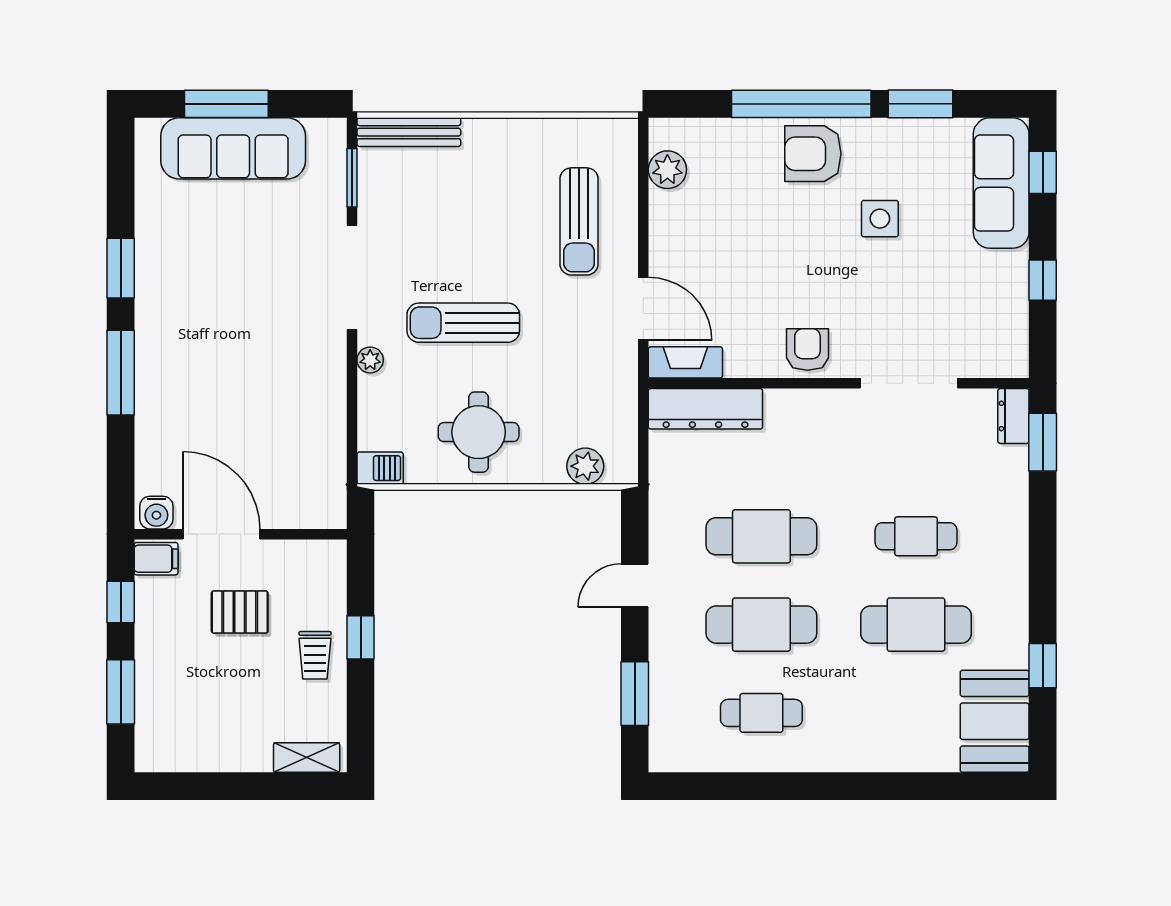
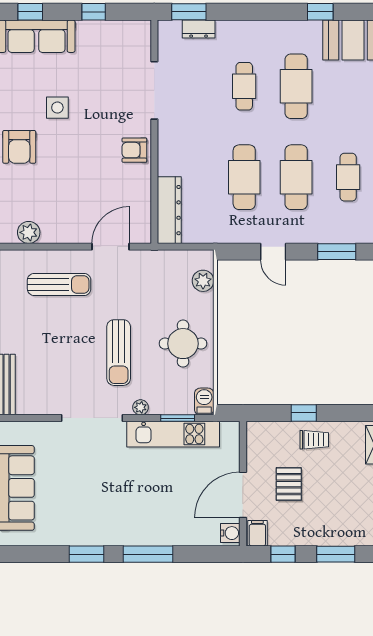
window: (352, 178) -> (178, 418), moved
fireplace: (685, 362) -> (142, 222), removed
kitchen unit: (325, 415) -> (173, 434), added
dresser: (1013, 416) -> (199, 29), moved

